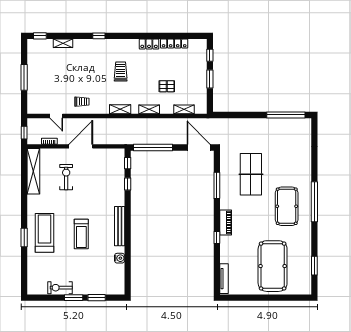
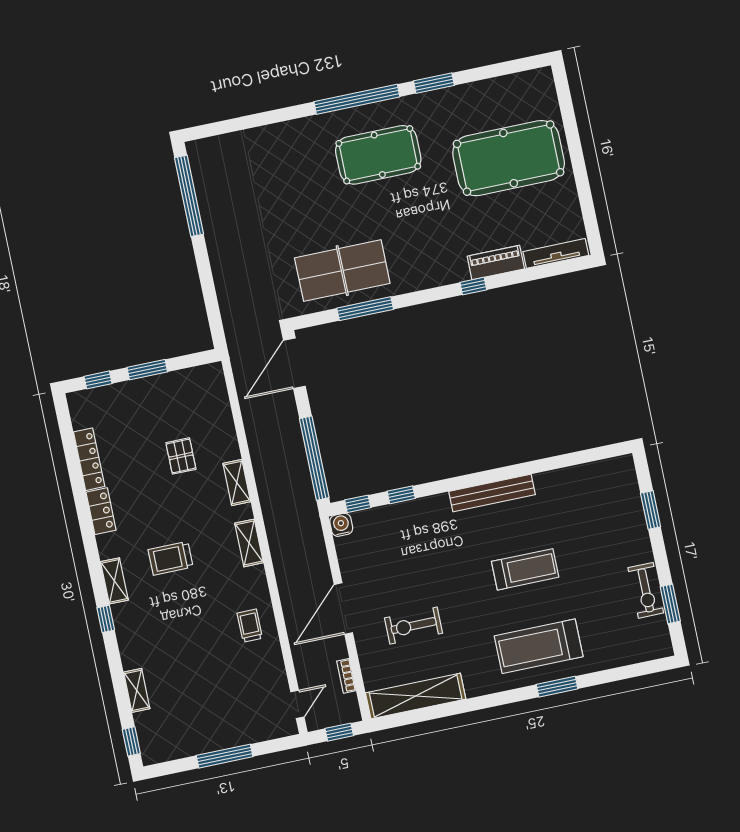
shelving: (184, 109) -> (114, 581), moved
door: (56, 116) -> (297, 704), moved
door: (81, 146) -> (343, 609), hinge flipped
table tennis table: (251, 174) -> (342, 271), moved
piano: (226, 222) -> (496, 263), moved
water cooler: (120, 258) -> (341, 525), moved
window: (314, 266) -> (434, 83), moved
window: (74, 298) -> (670, 604), moved

